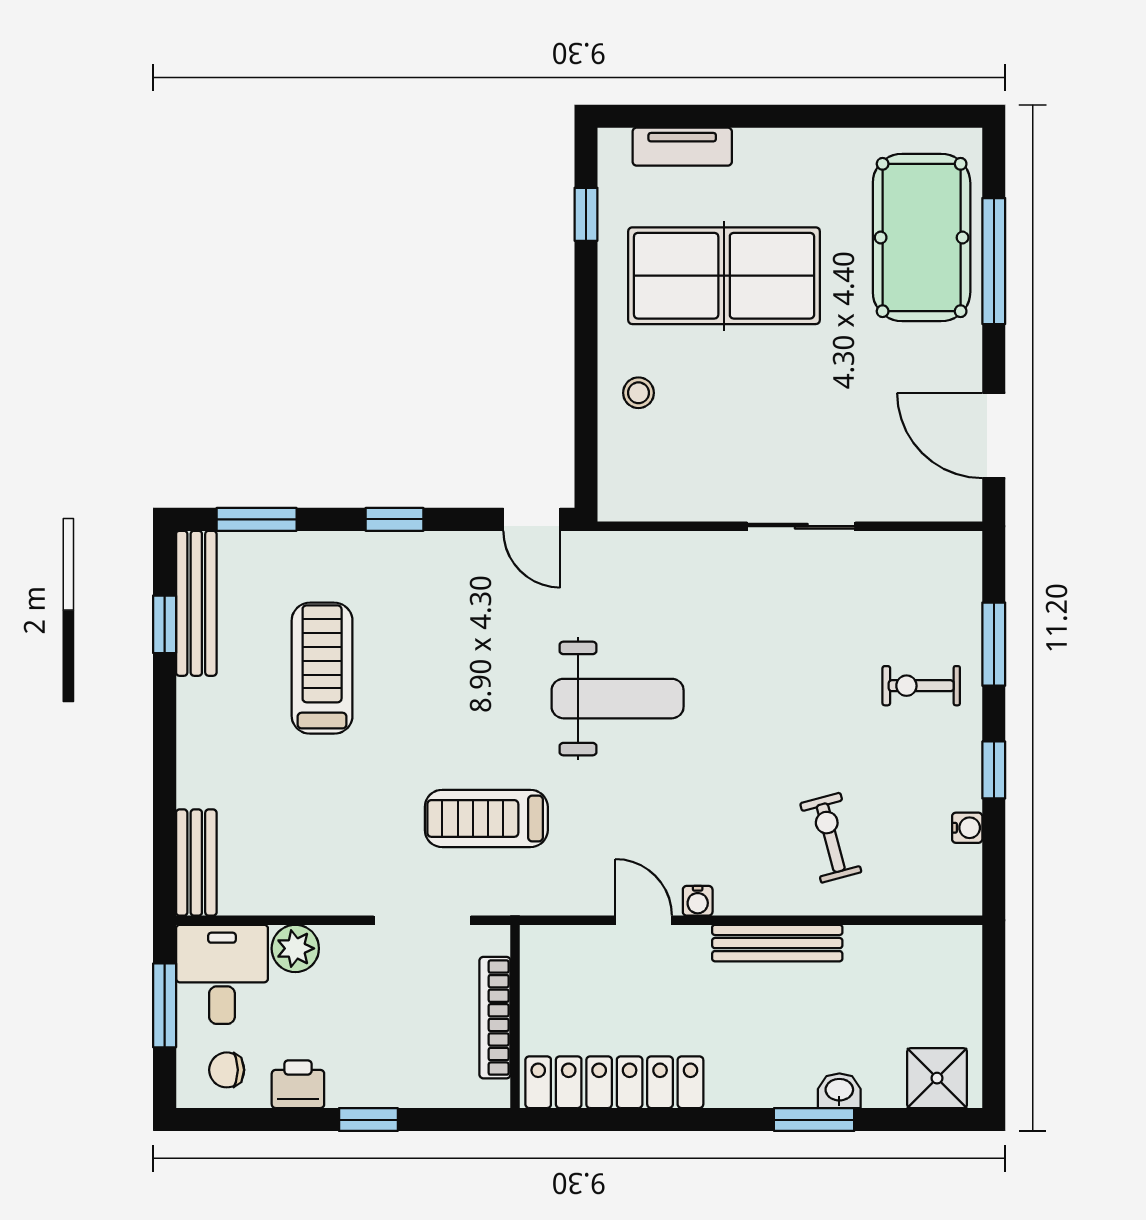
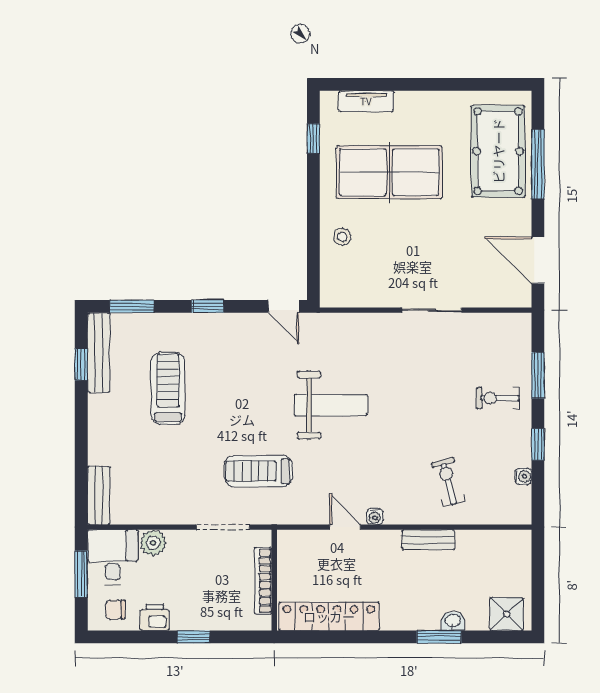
bench: (777, 943) -> (428, 540), width x0.73

